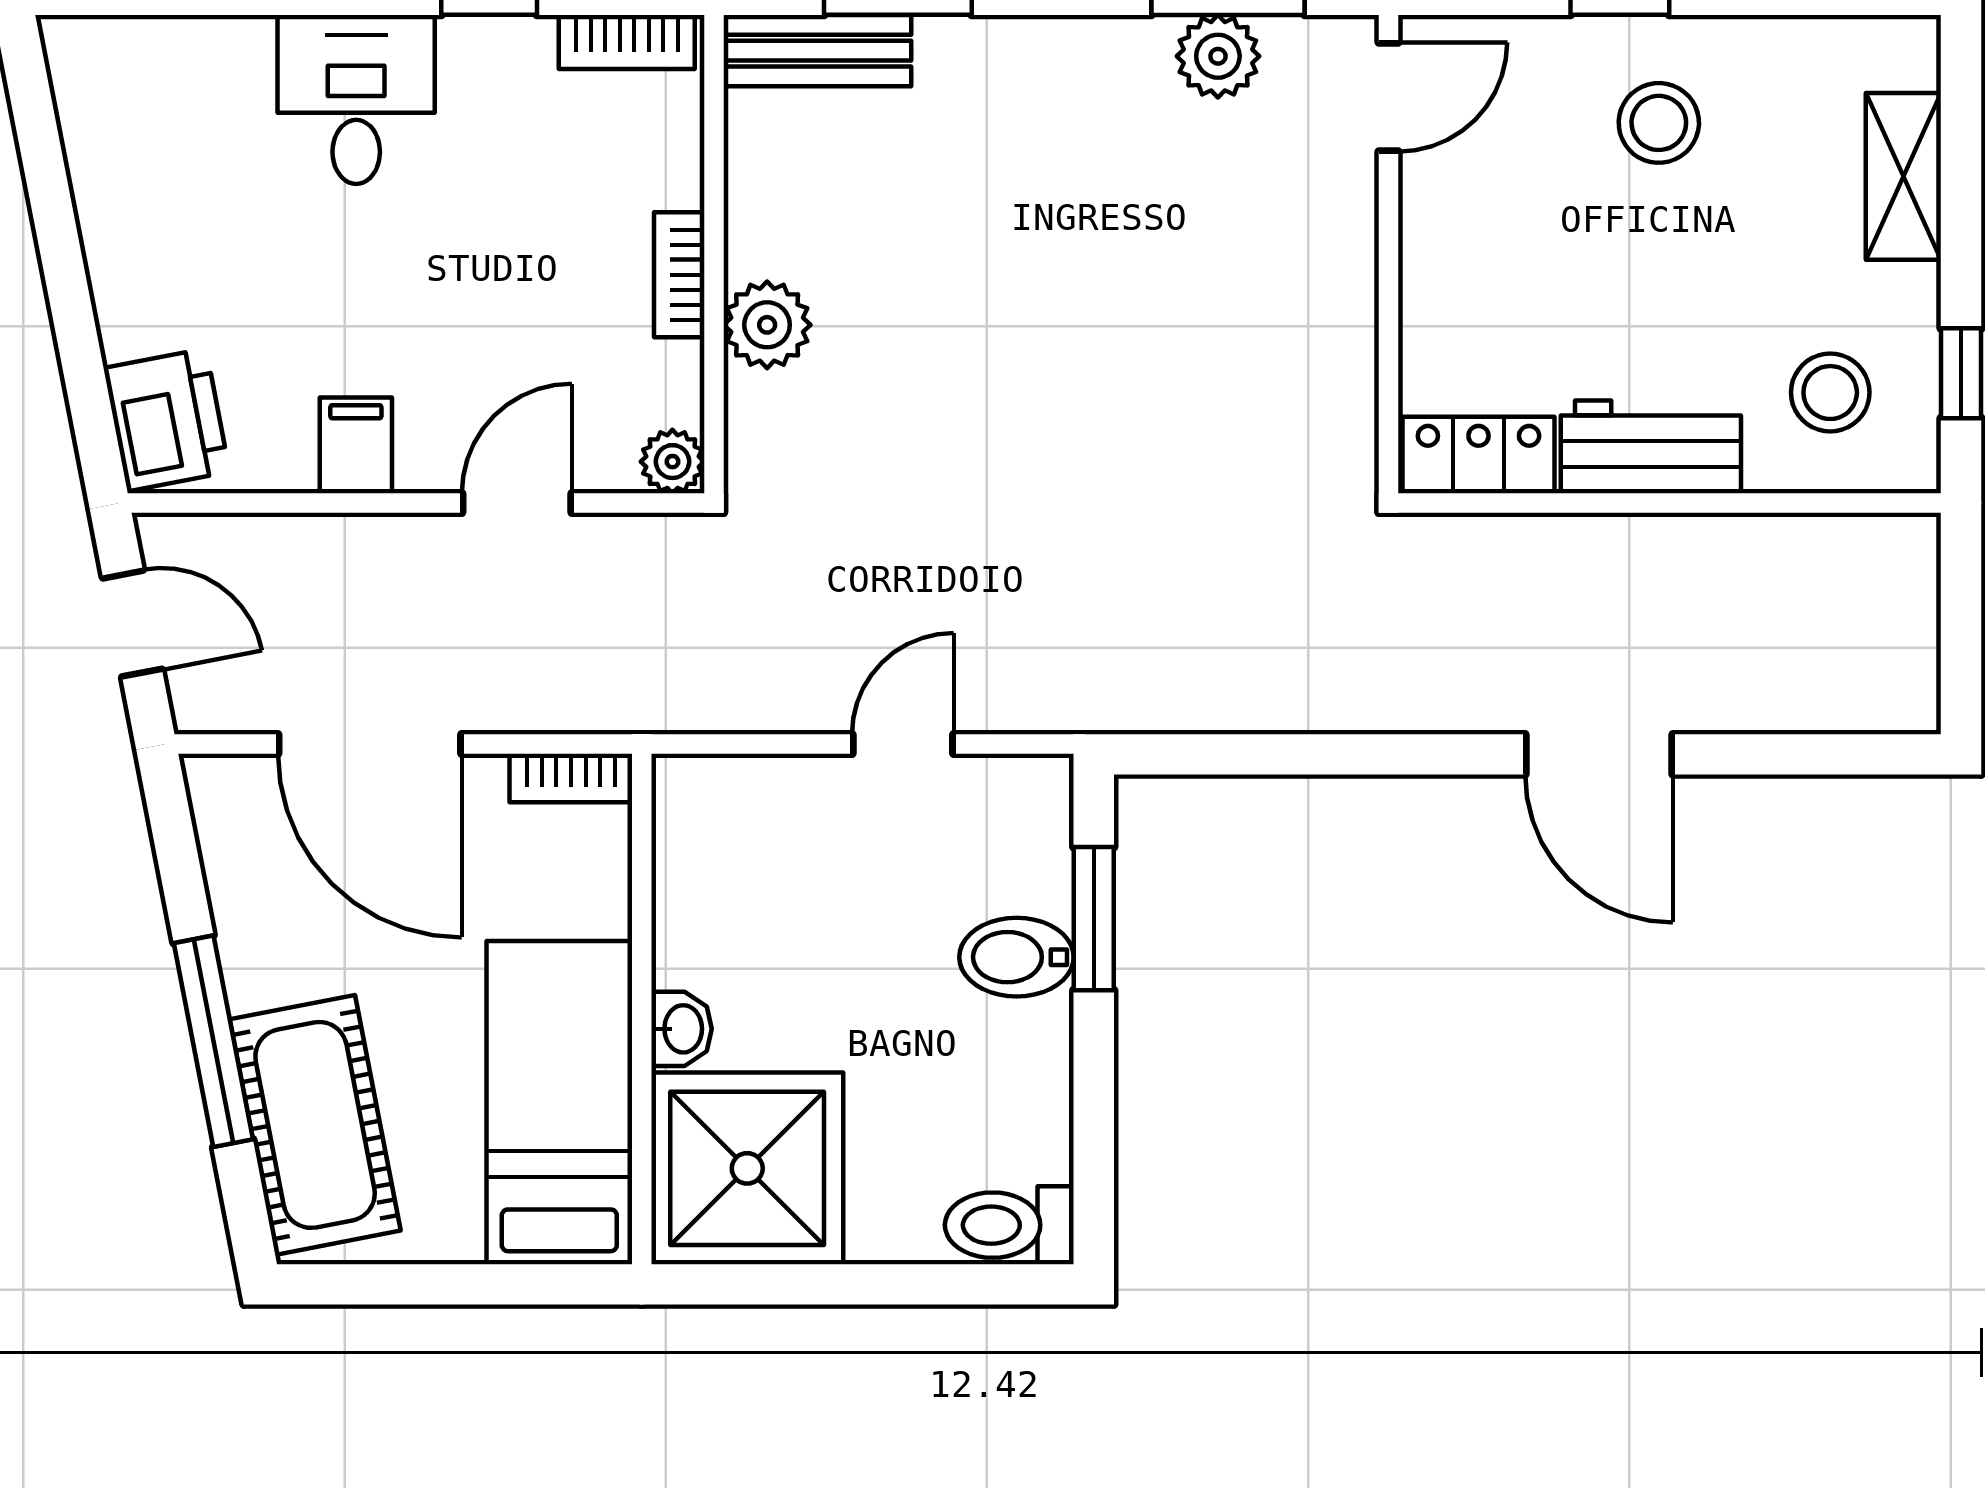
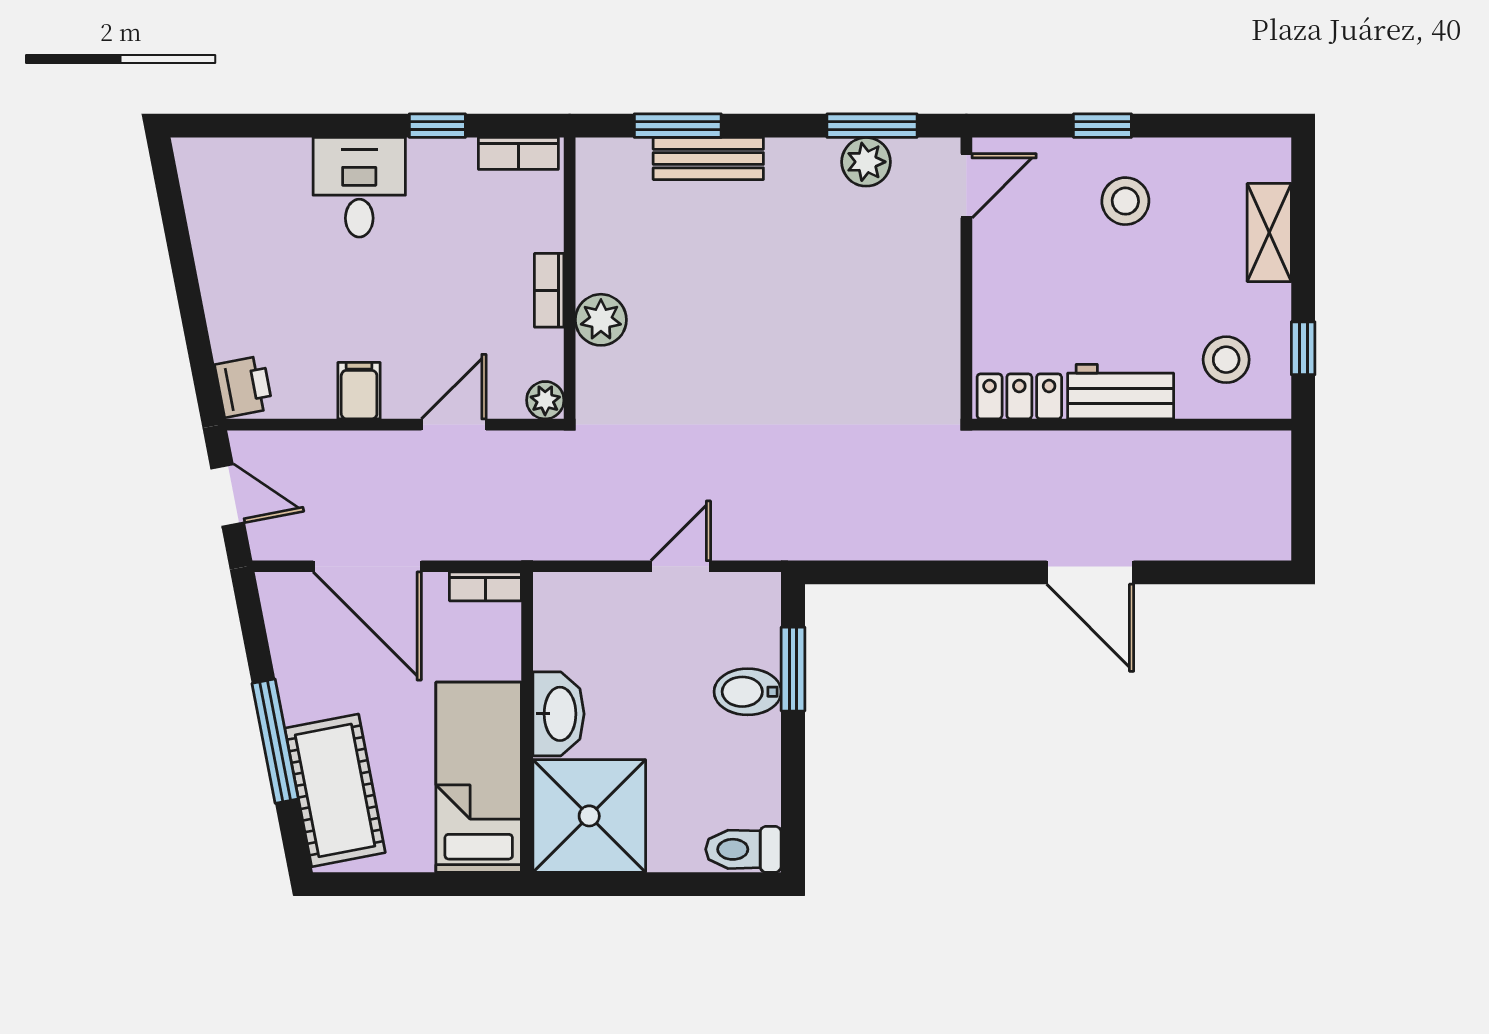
bench: (817, 51) -> (708, 159), moved
printer: (167, 420) -> (244, 387), width x0.73, depth x0.81
washbasin: (681, 1029) -> (558, 714), width x1.91, depth x1.45

